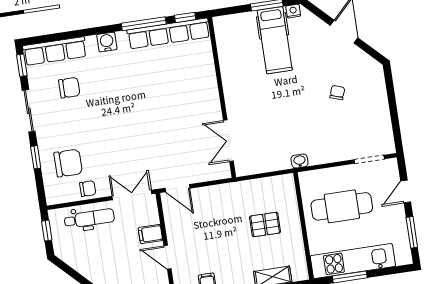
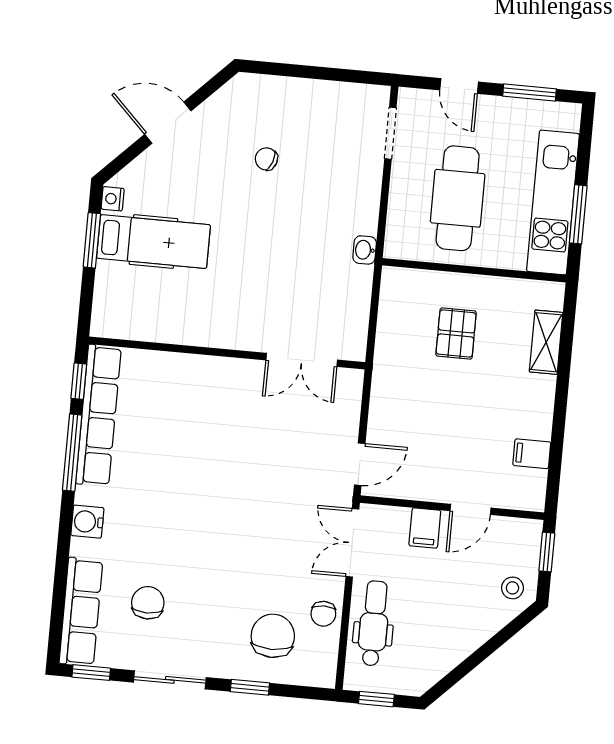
chair: (88, 189) -> (323, 614), turned 180

